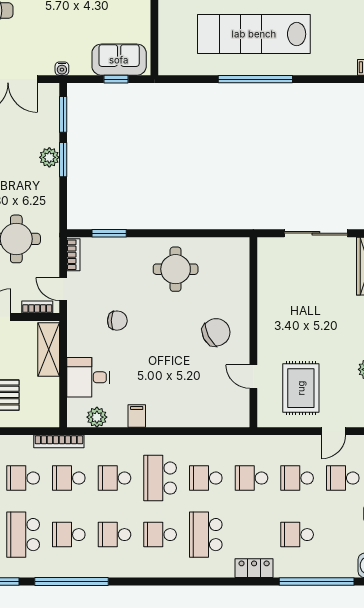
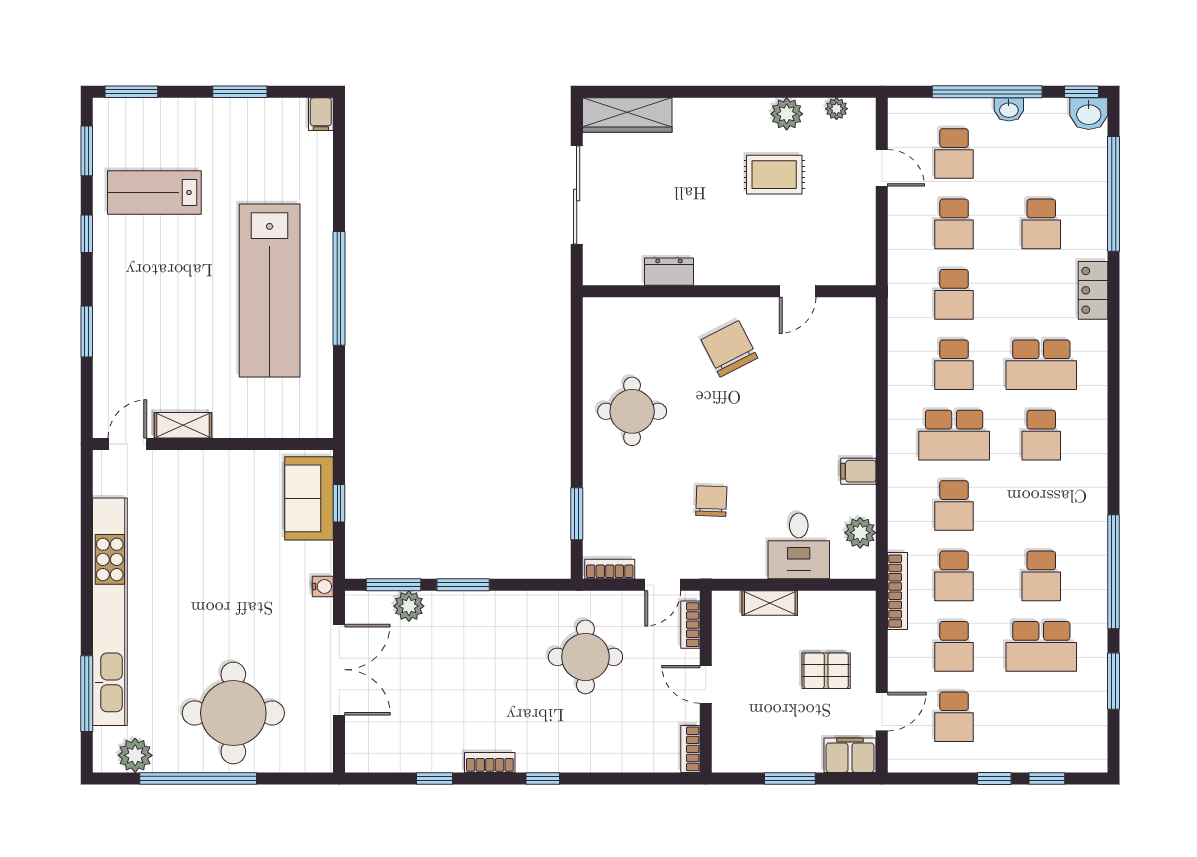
plant: (49, 157) -> (409, 606), moved
dresser: (266, 293) -> (669, 272), added
shelving: (49, 350) -> (770, 603), width x0.67, depth x0.75
rug: (301, 388) -> (774, 175), moved, width x0.73, depth x0.70
school desk: (114, 535) -> (1041, 506), removed

